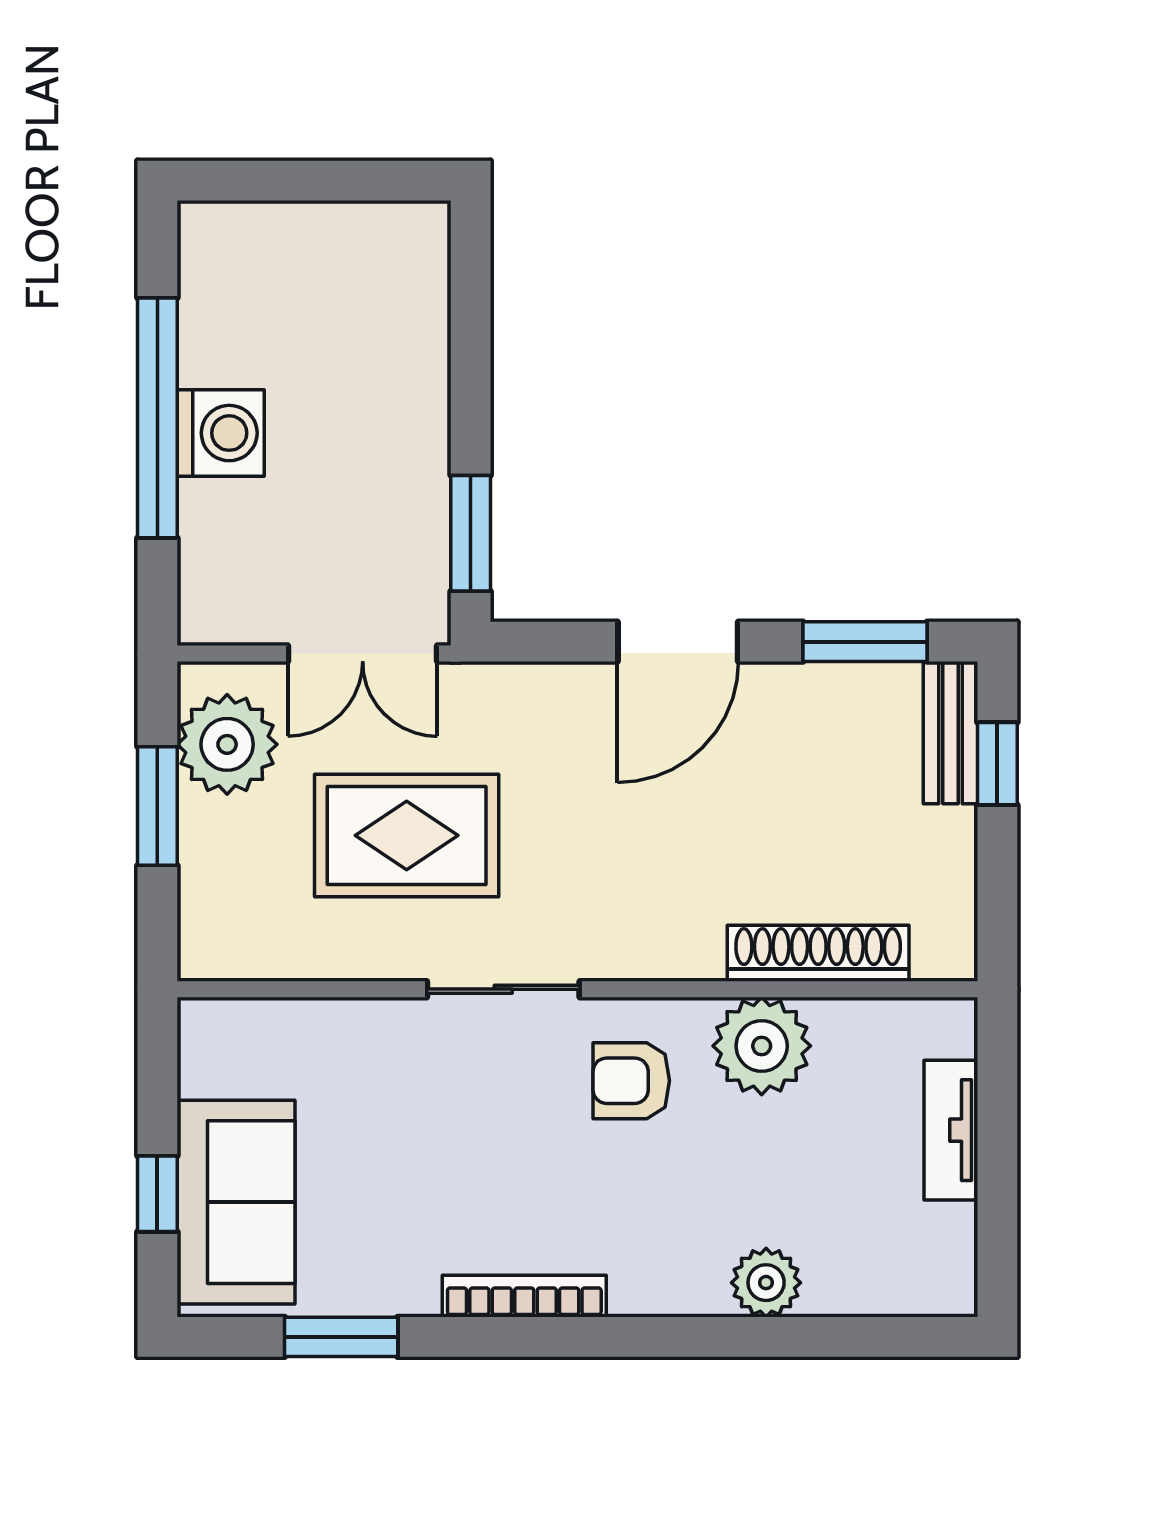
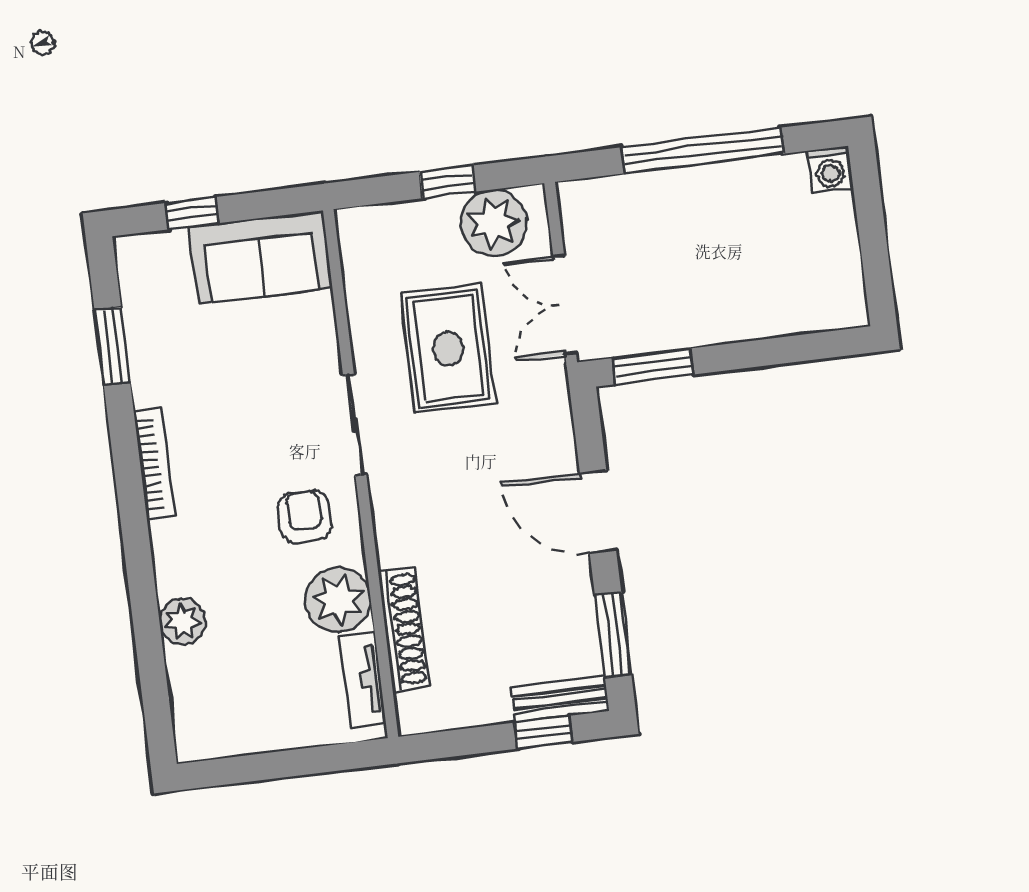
washing machine: (221, 433) -> (830, 169), moved, width x0.73, depth x0.73
window: (157, 806) -> (447, 182), width x0.67
tv unit: (951, 1130) -> (363, 680), moved, turned -90
sofa: (236, 1202) -> (261, 257), moved

